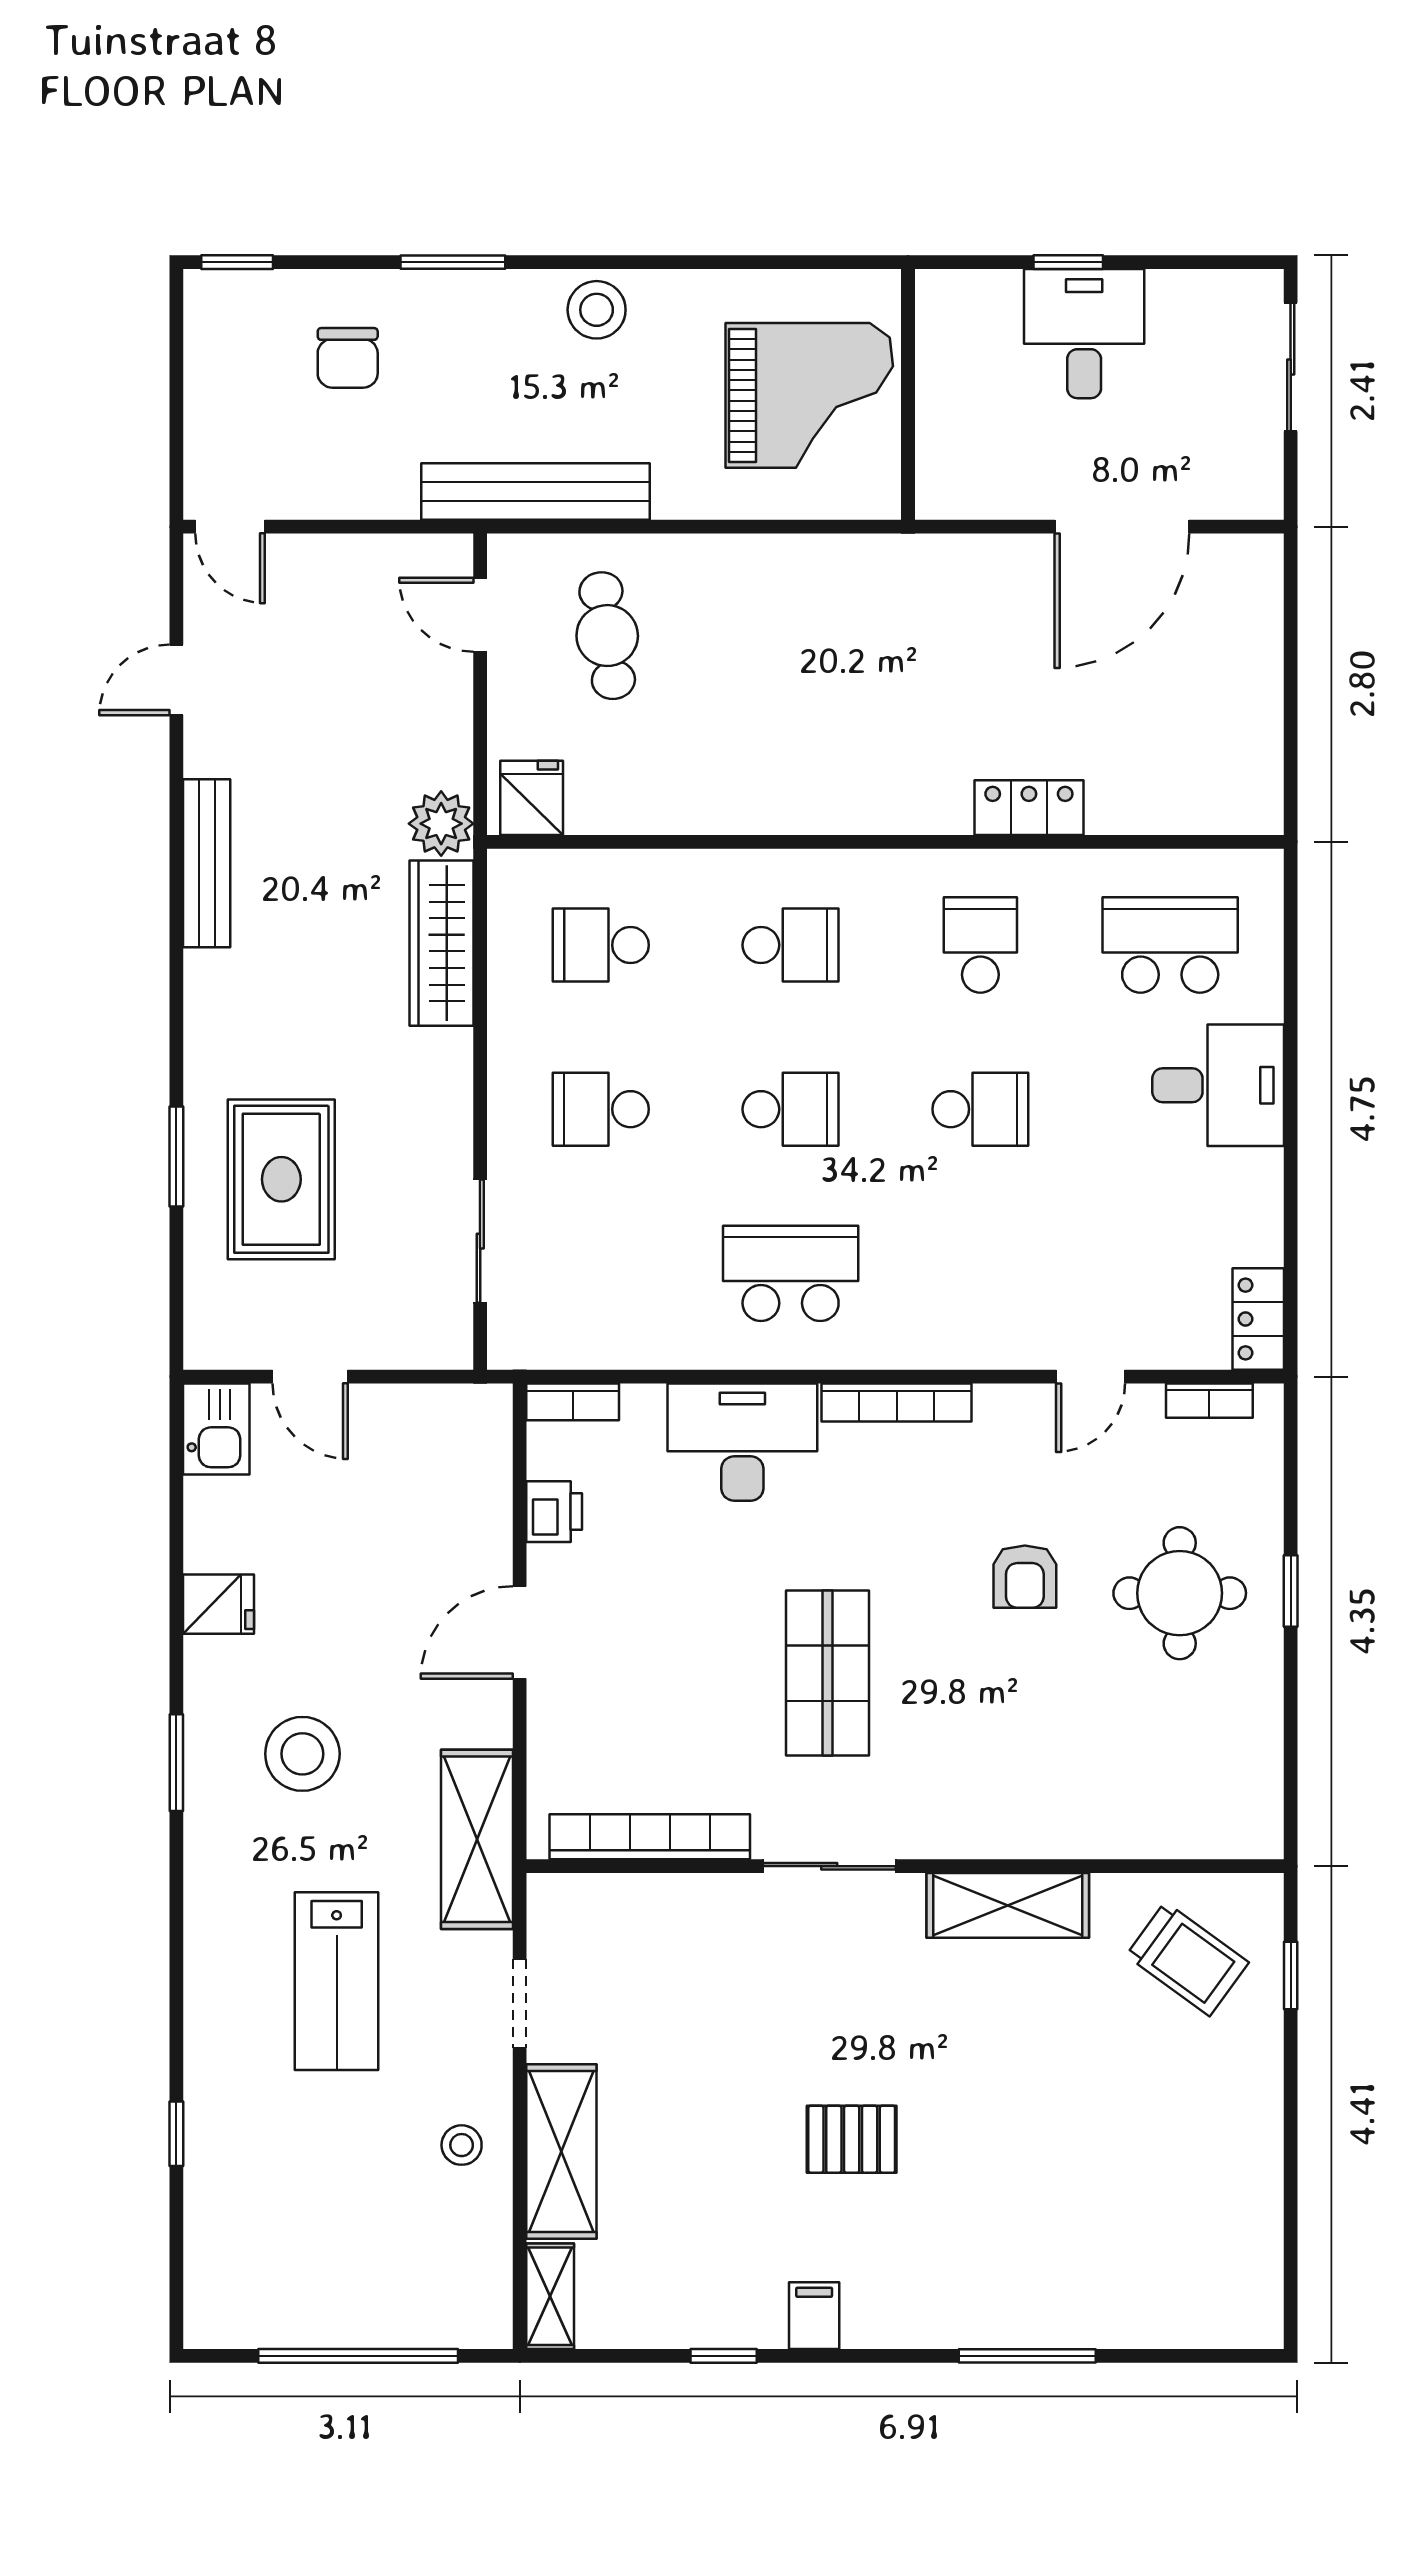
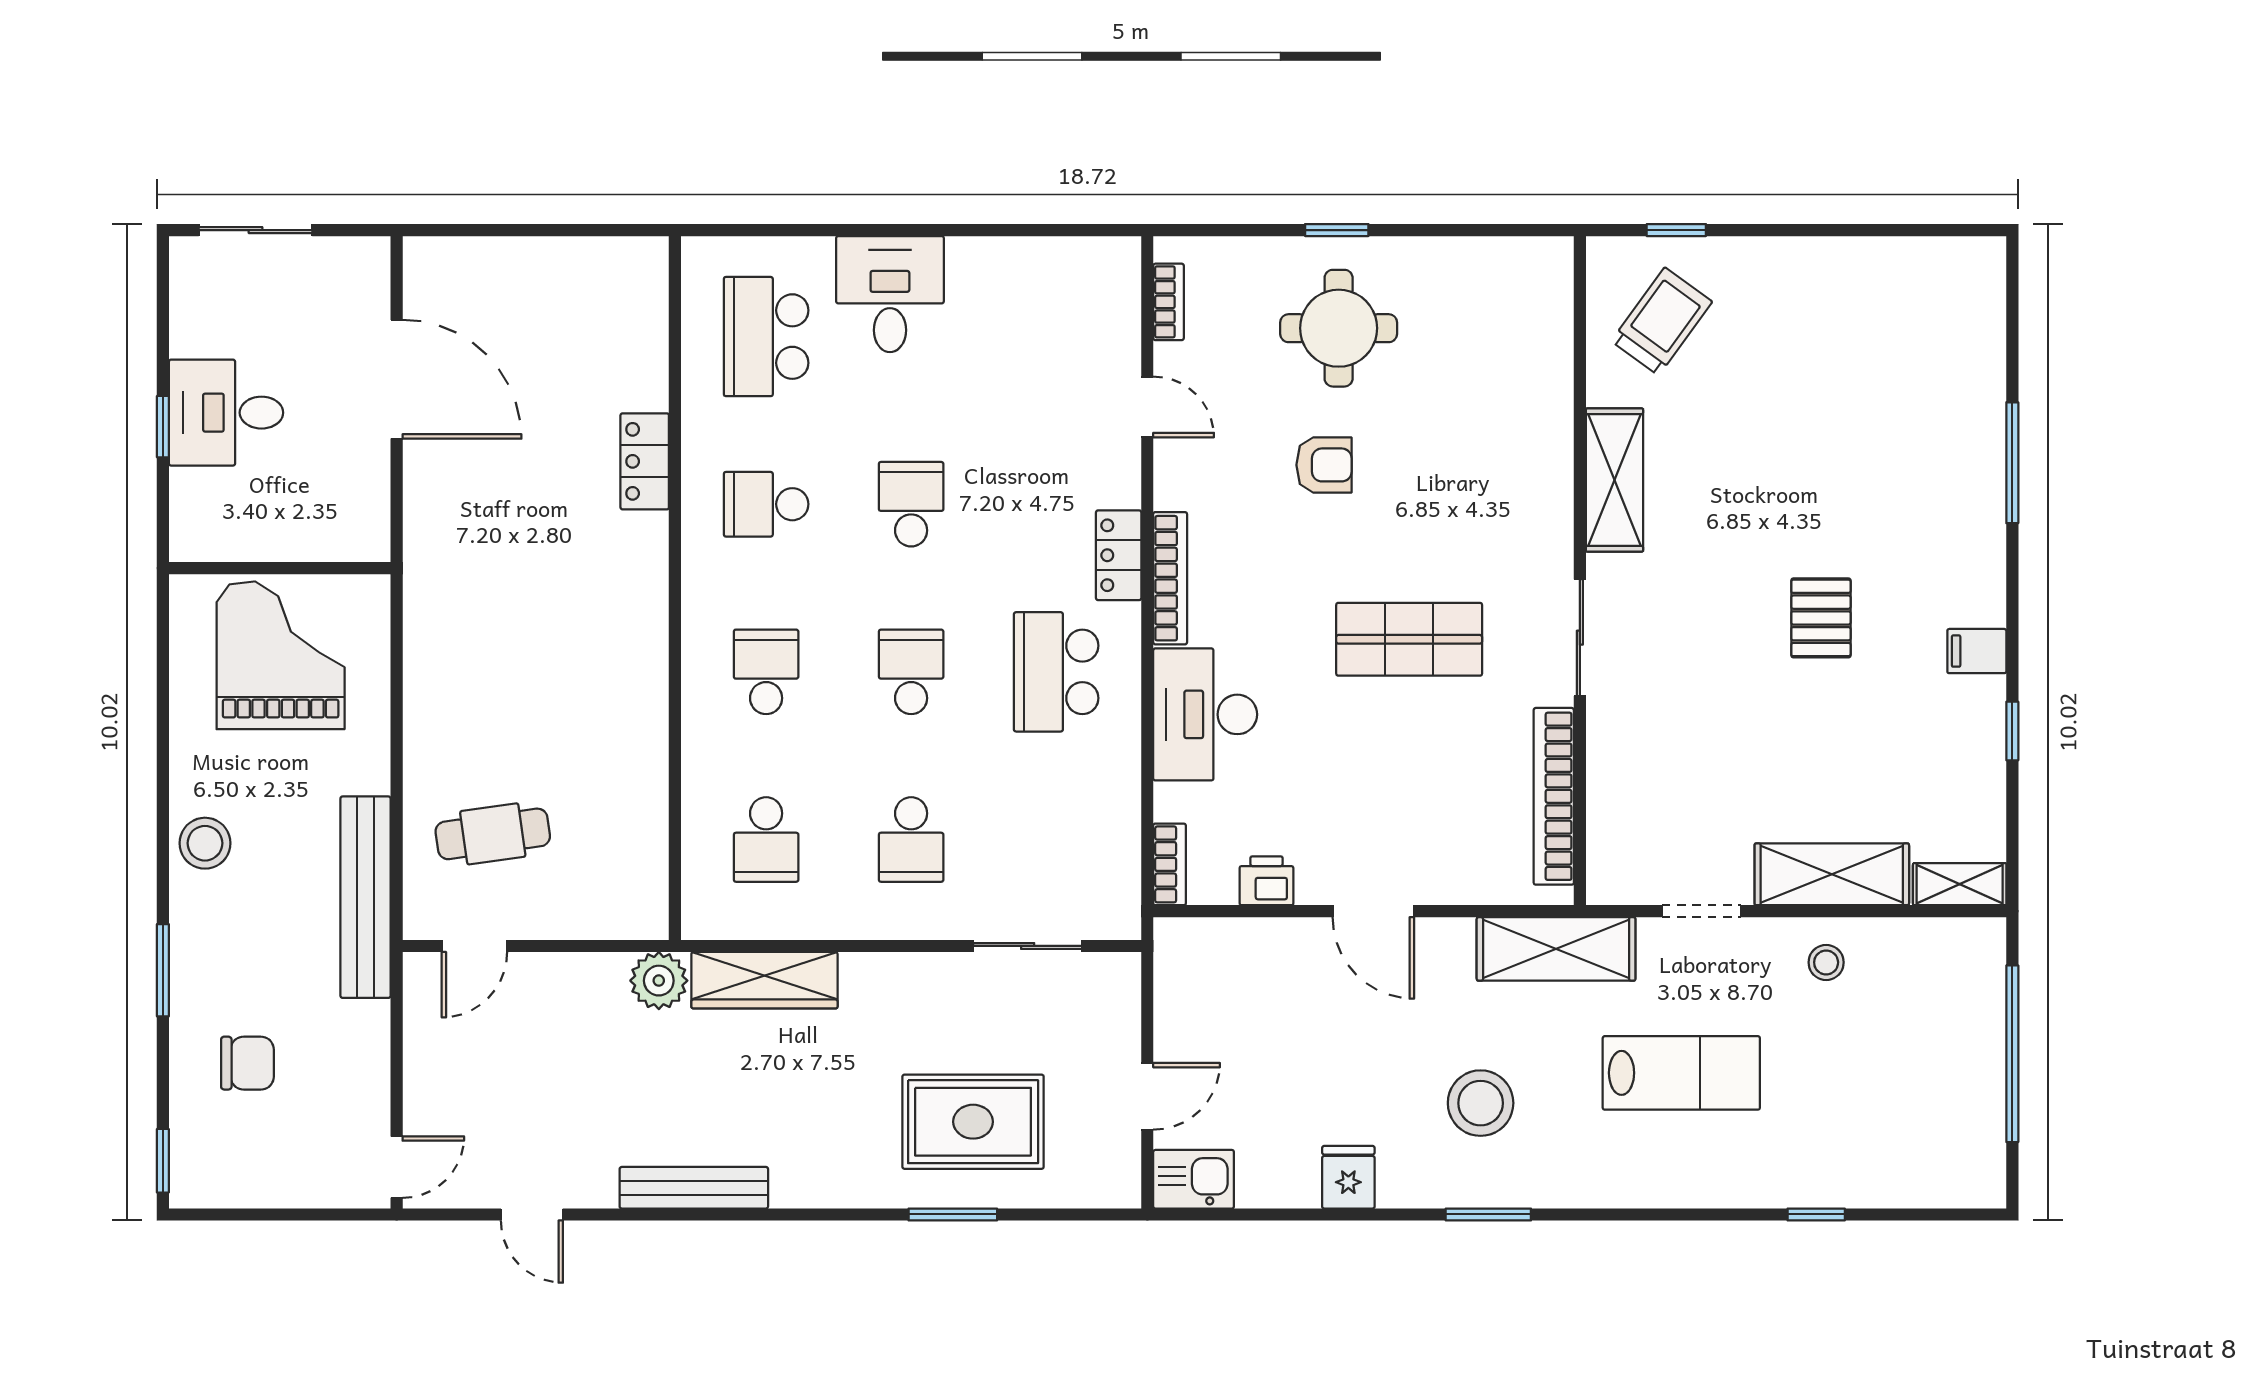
fridge: (532, 798) -> (636, 901), removed
locker: (1258, 1319) -> (1119, 555), moved, turned 90

